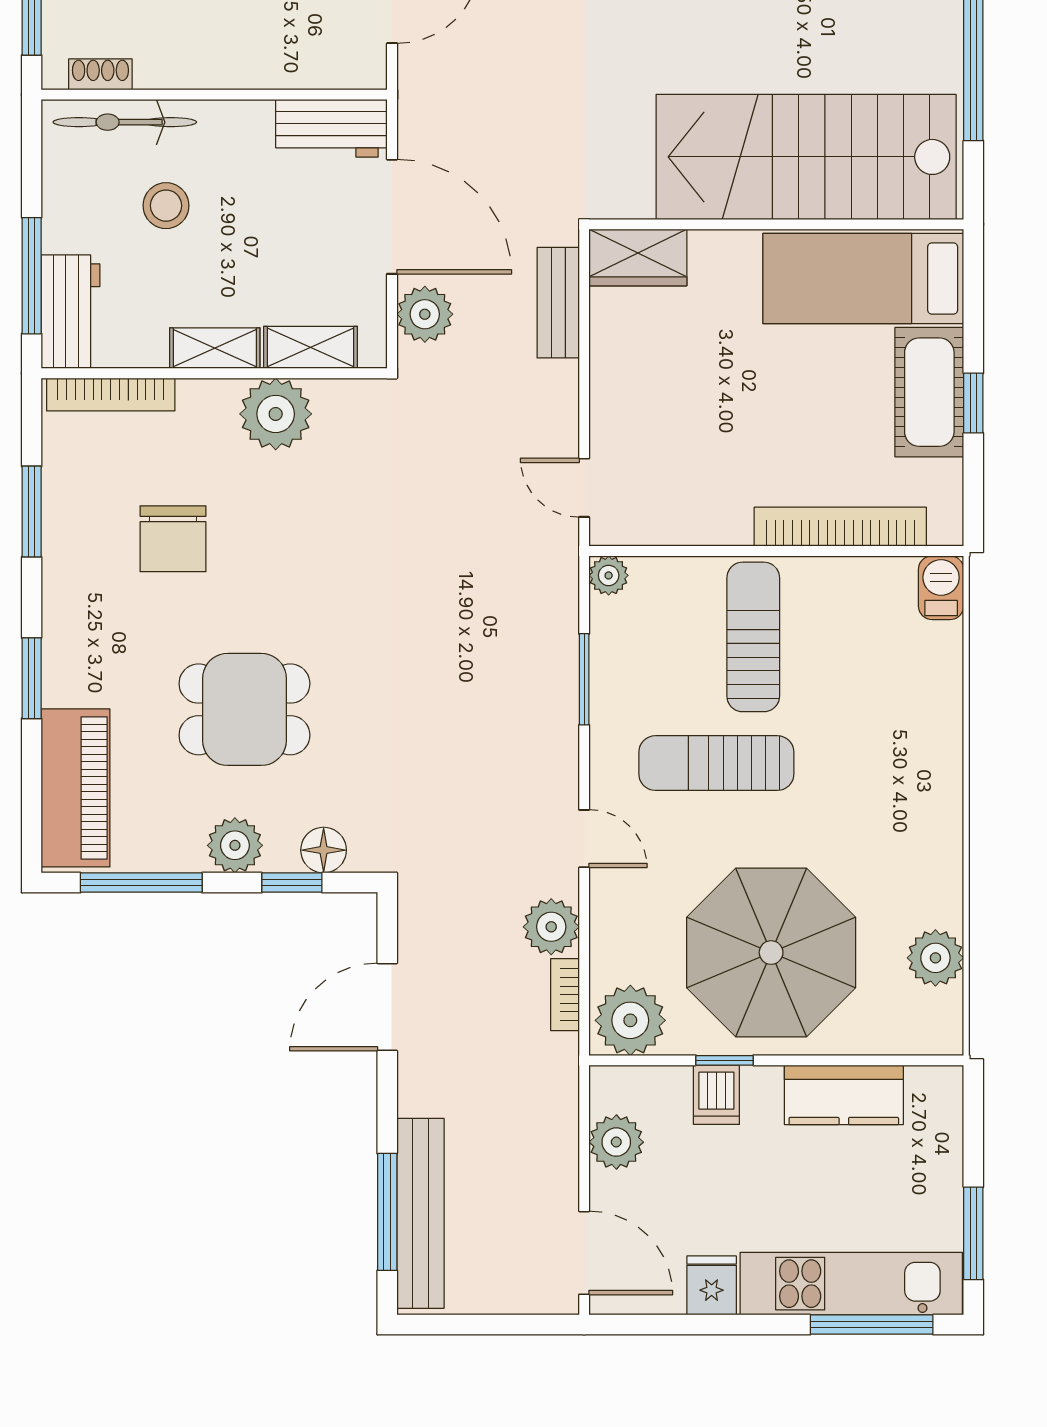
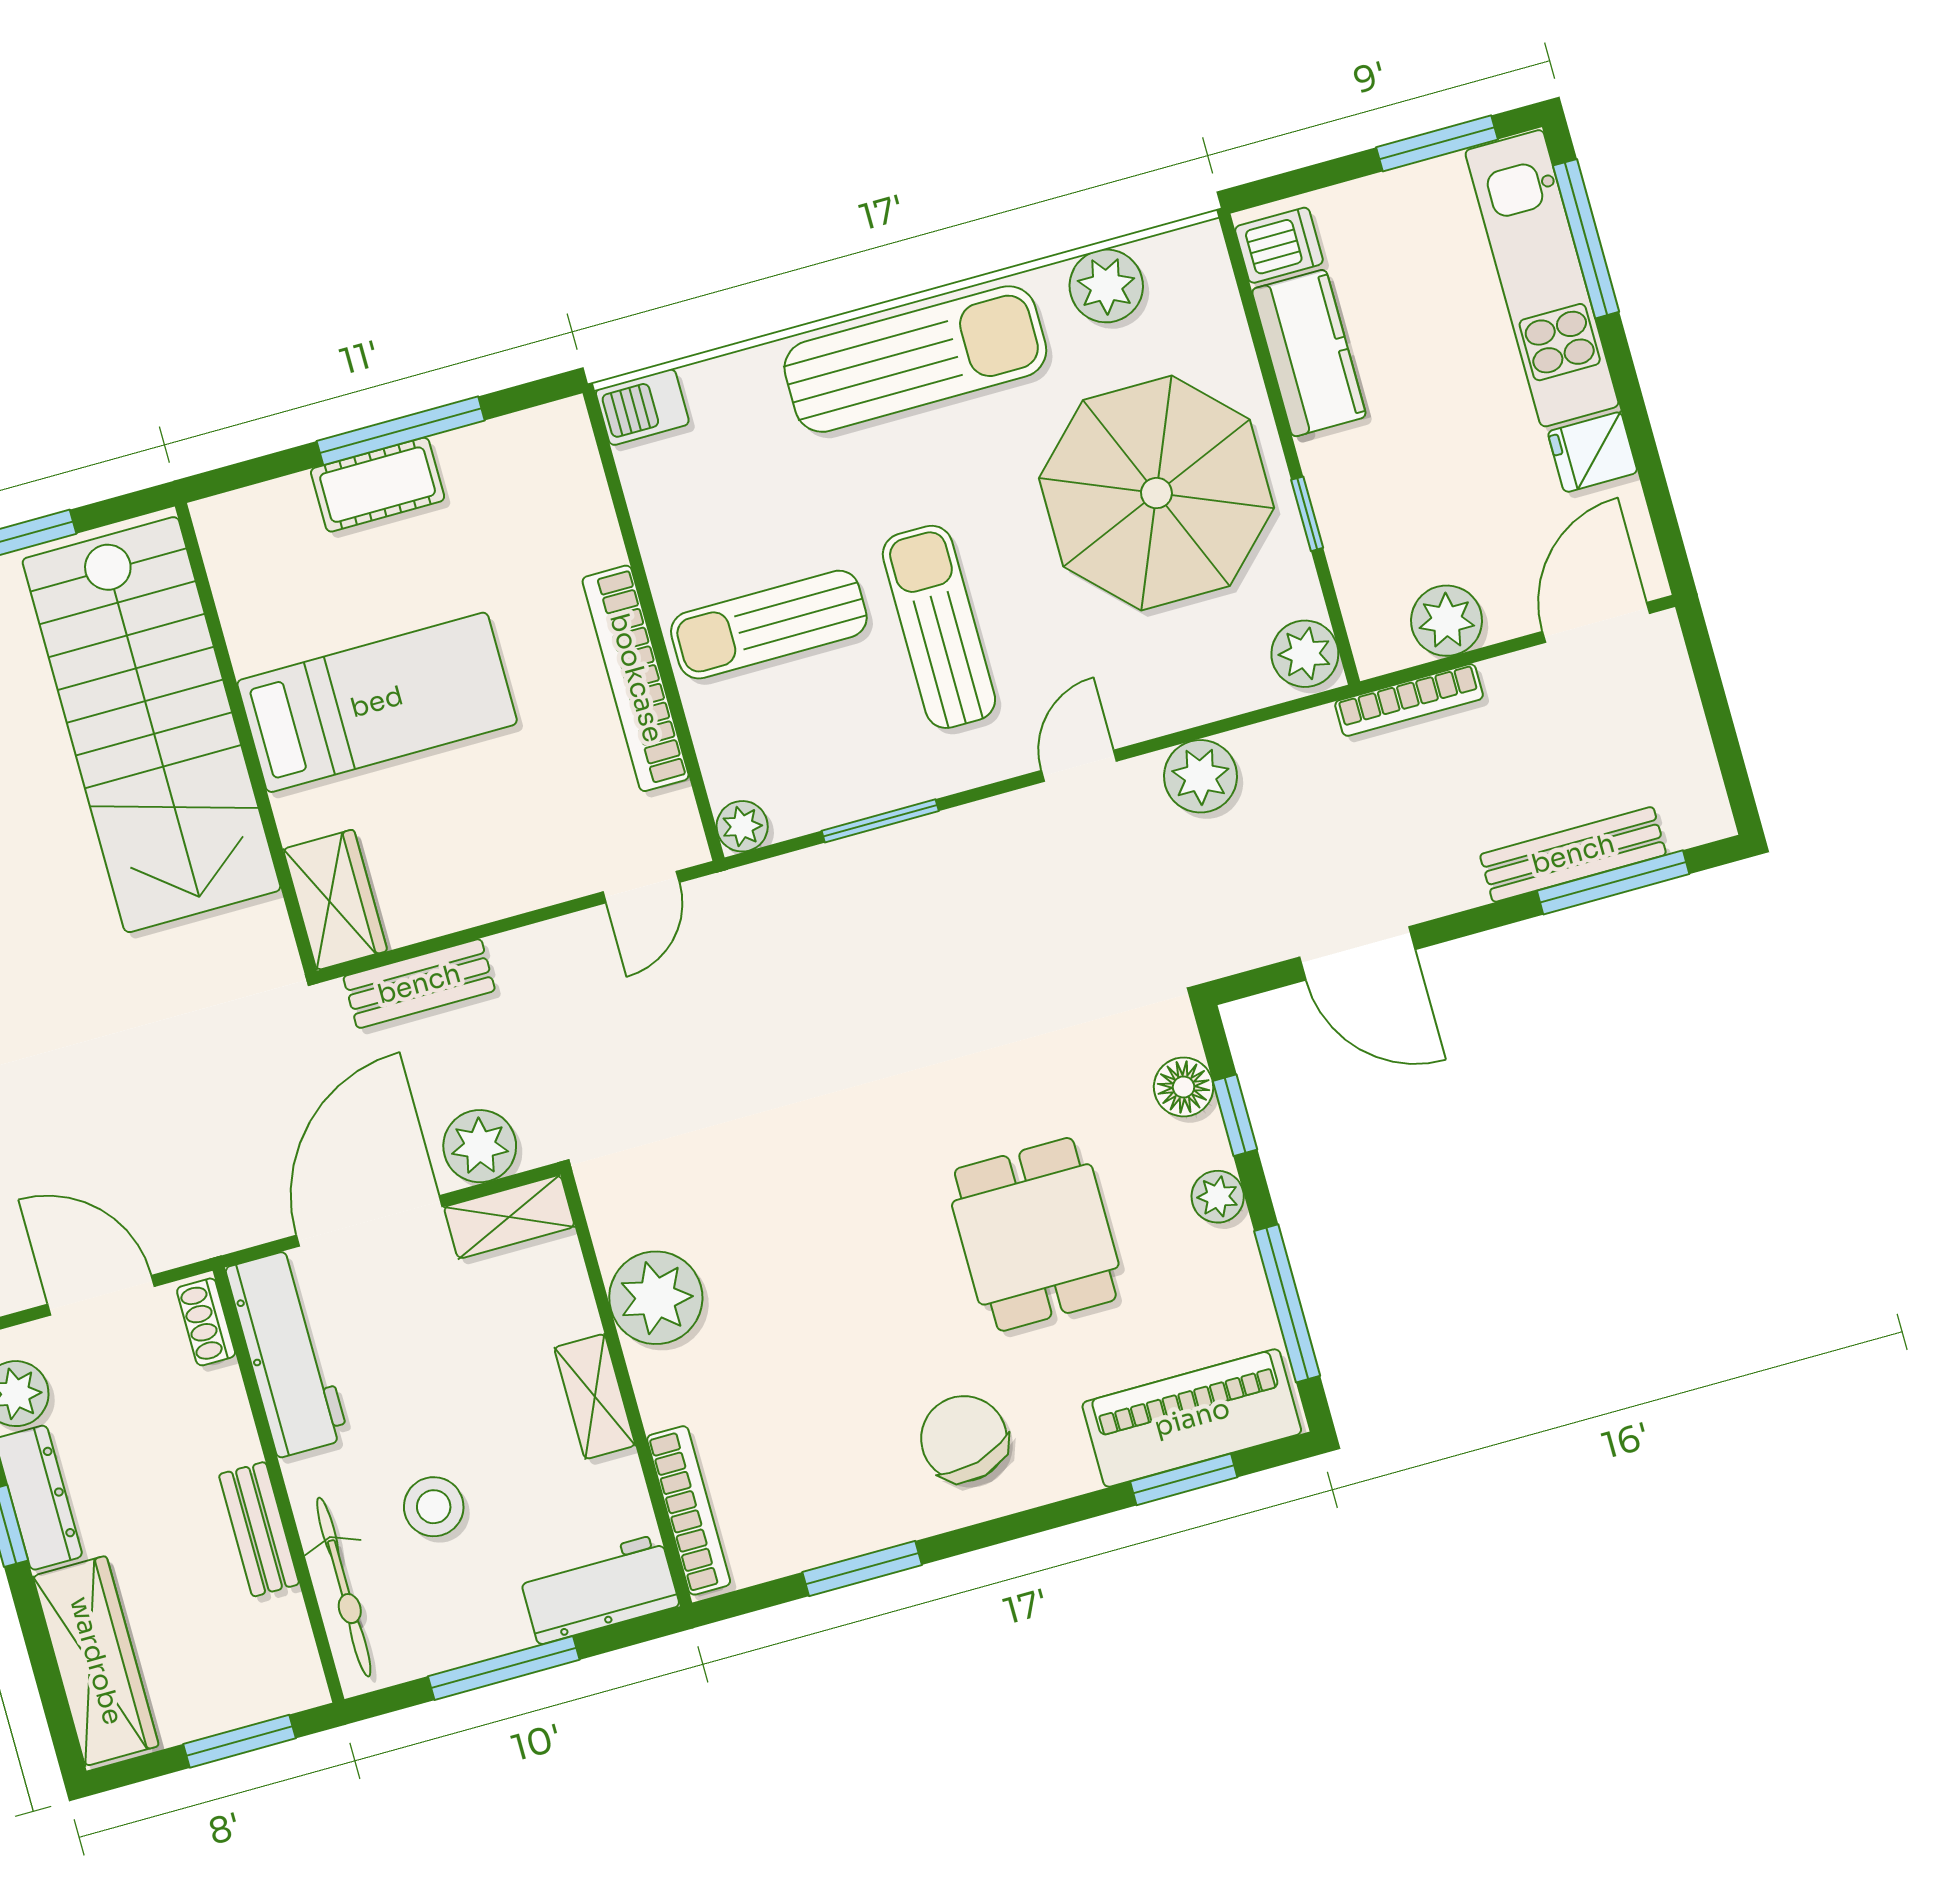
bench: (185, 71) -> (259, 1529), added
shoe rack: (100, 74) -> (206, 1322), moved
workbench: (331, 128) -> (287, 1353), width x1.37
window: (32, 276) -> (504, 1668), moved
bed: (863, 278) -> (377, 702), moved, turned -90
shelving: (311, 347) -> (509, 1217), moved, turned 90
cot: (929, 392) -> (378, 485), width x0.73, depth x0.75
window: (973, 403) -> (401, 431), width x2.17
bookcase: (840, 527) -> (636, 678), moved
chair: (173, 539) -> (964, 1439), moved, turned -105
window: (32, 678) -> (1184, 1479), moved
sun lounger: (716, 763) -> (939, 627), turned 180
sun lounger: (921, 801) -> (915, 359), added
plant: (235, 845) -> (1218, 1197), width x0.73, depth x0.73
bookcase: (565, 995) -> (1409, 700), moved, width x1.56
plant: (630, 1020) -> (1305, 654), width x0.73, depth x0.73
dishwasher: (716, 1095) -> (1279, 245), moved
bench: (420, 1213) -> (1573, 854), width x0.73, depth x0.82

